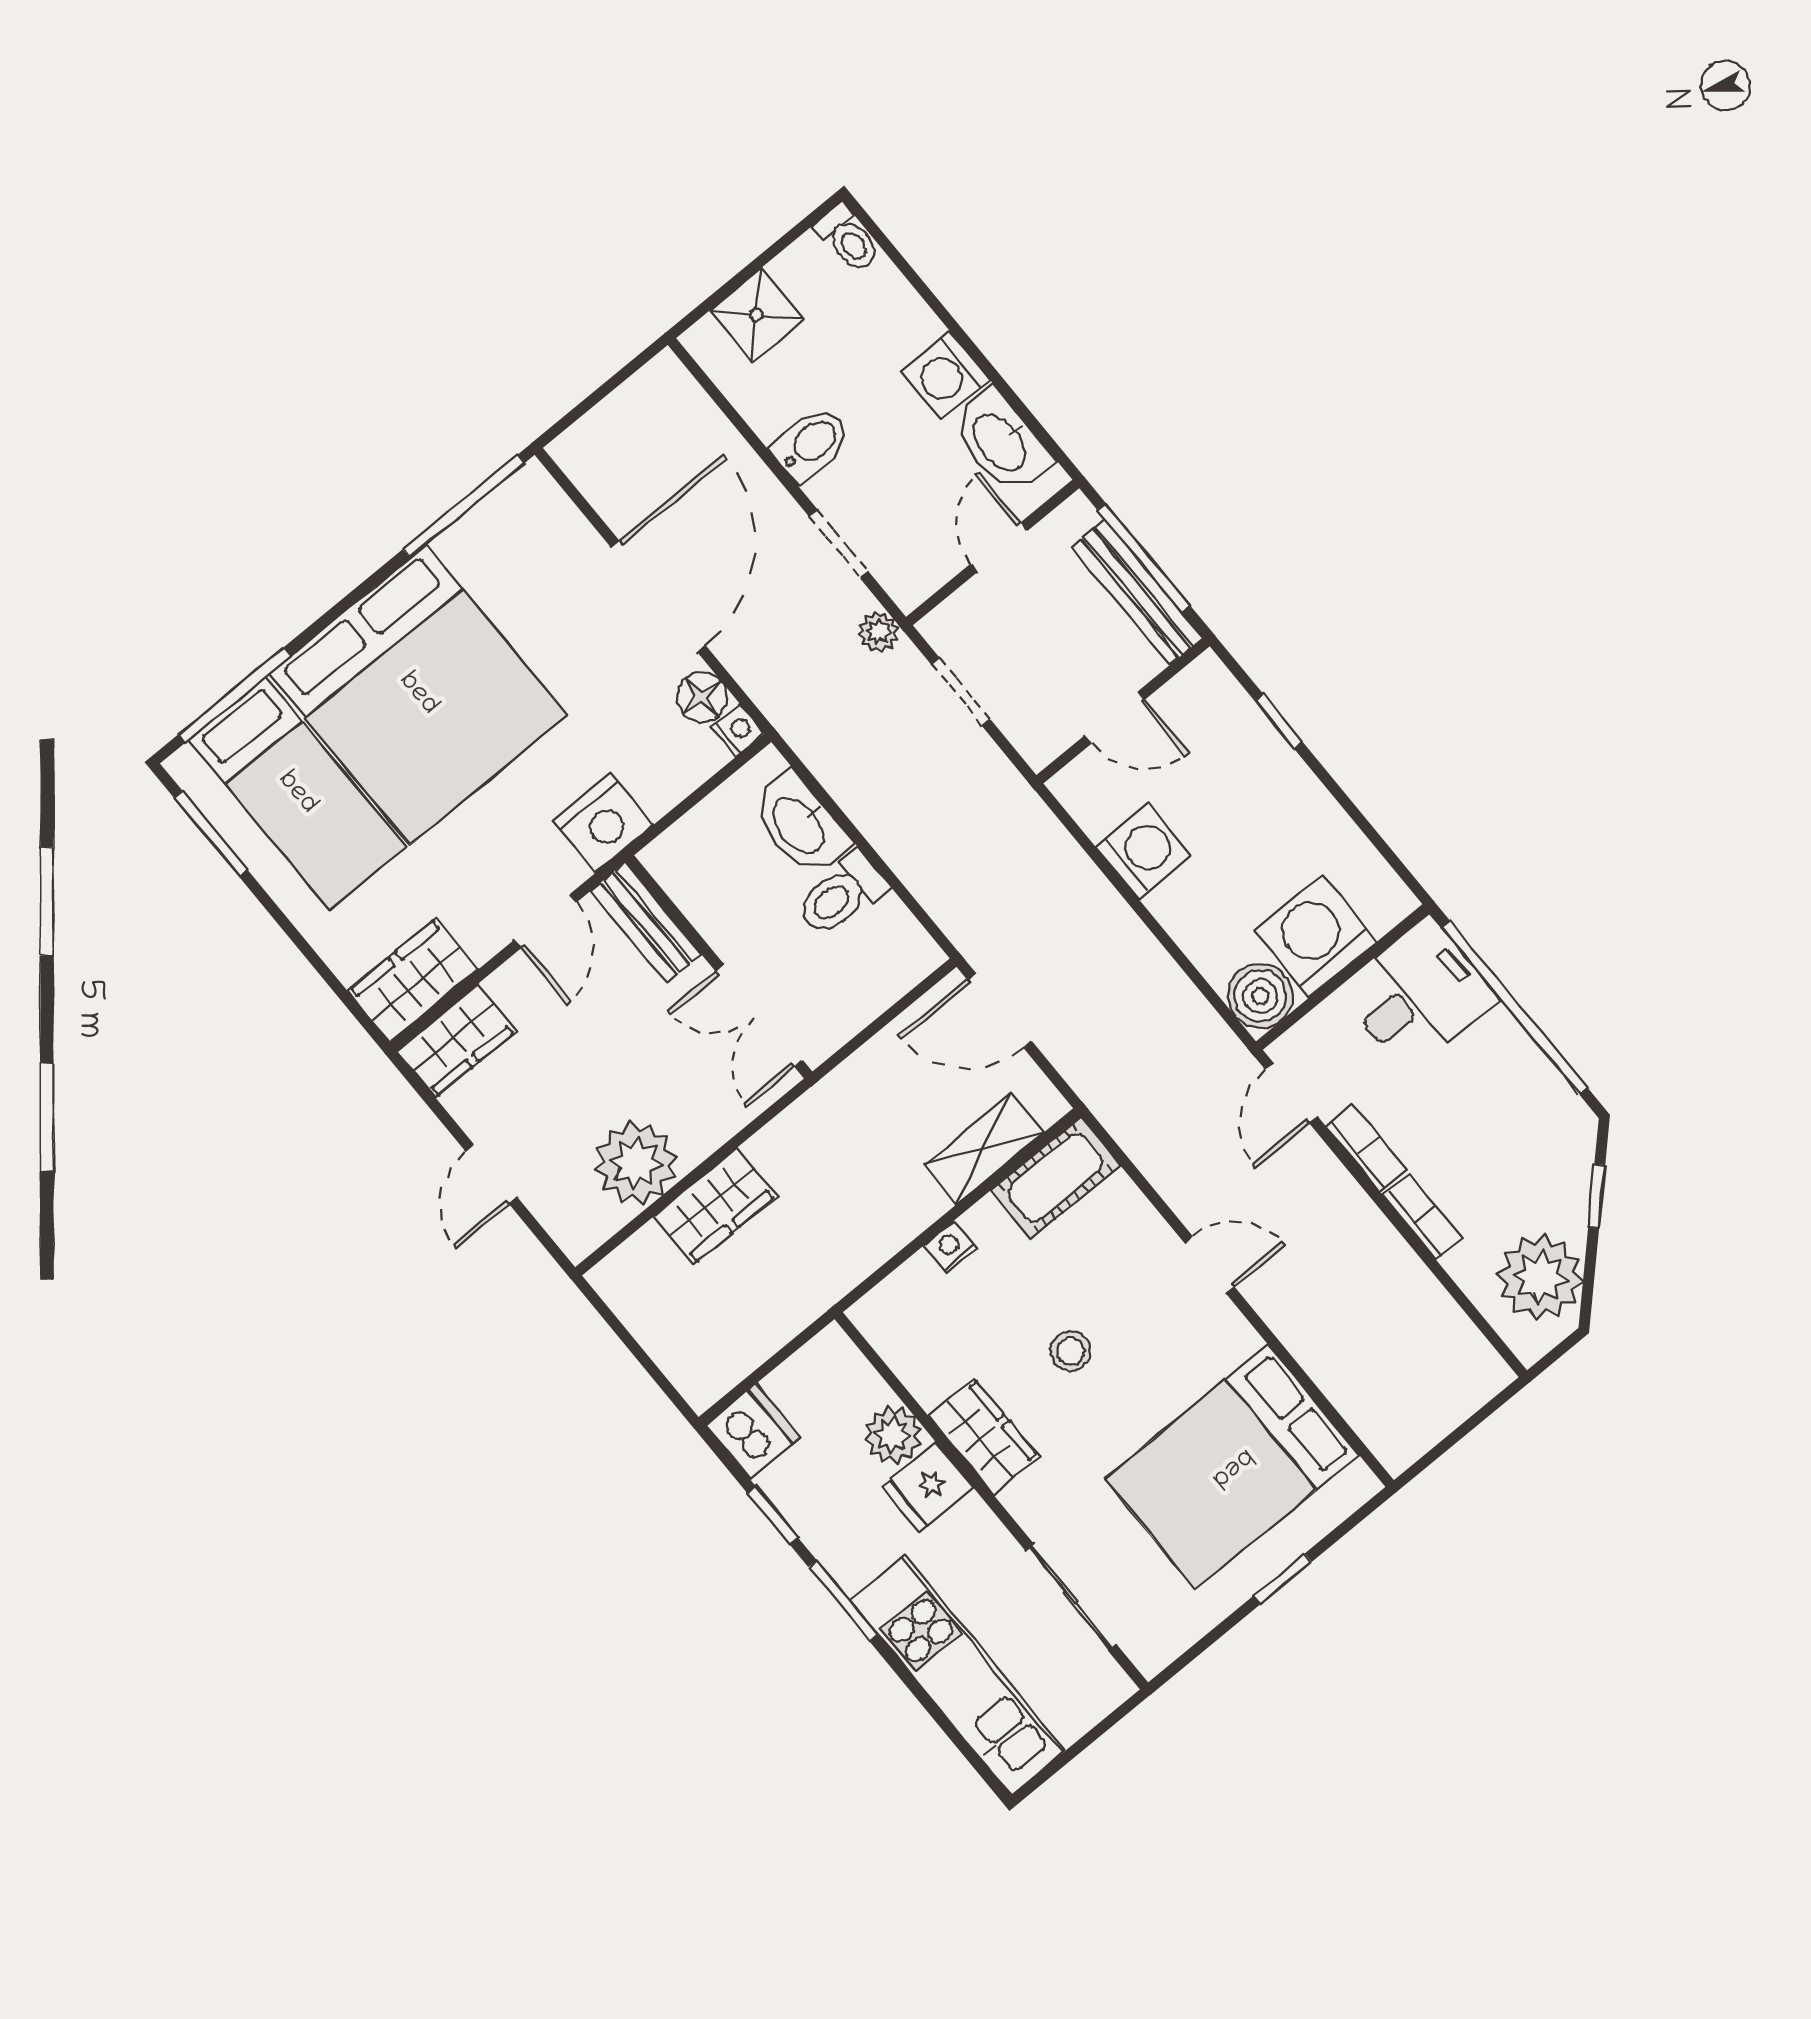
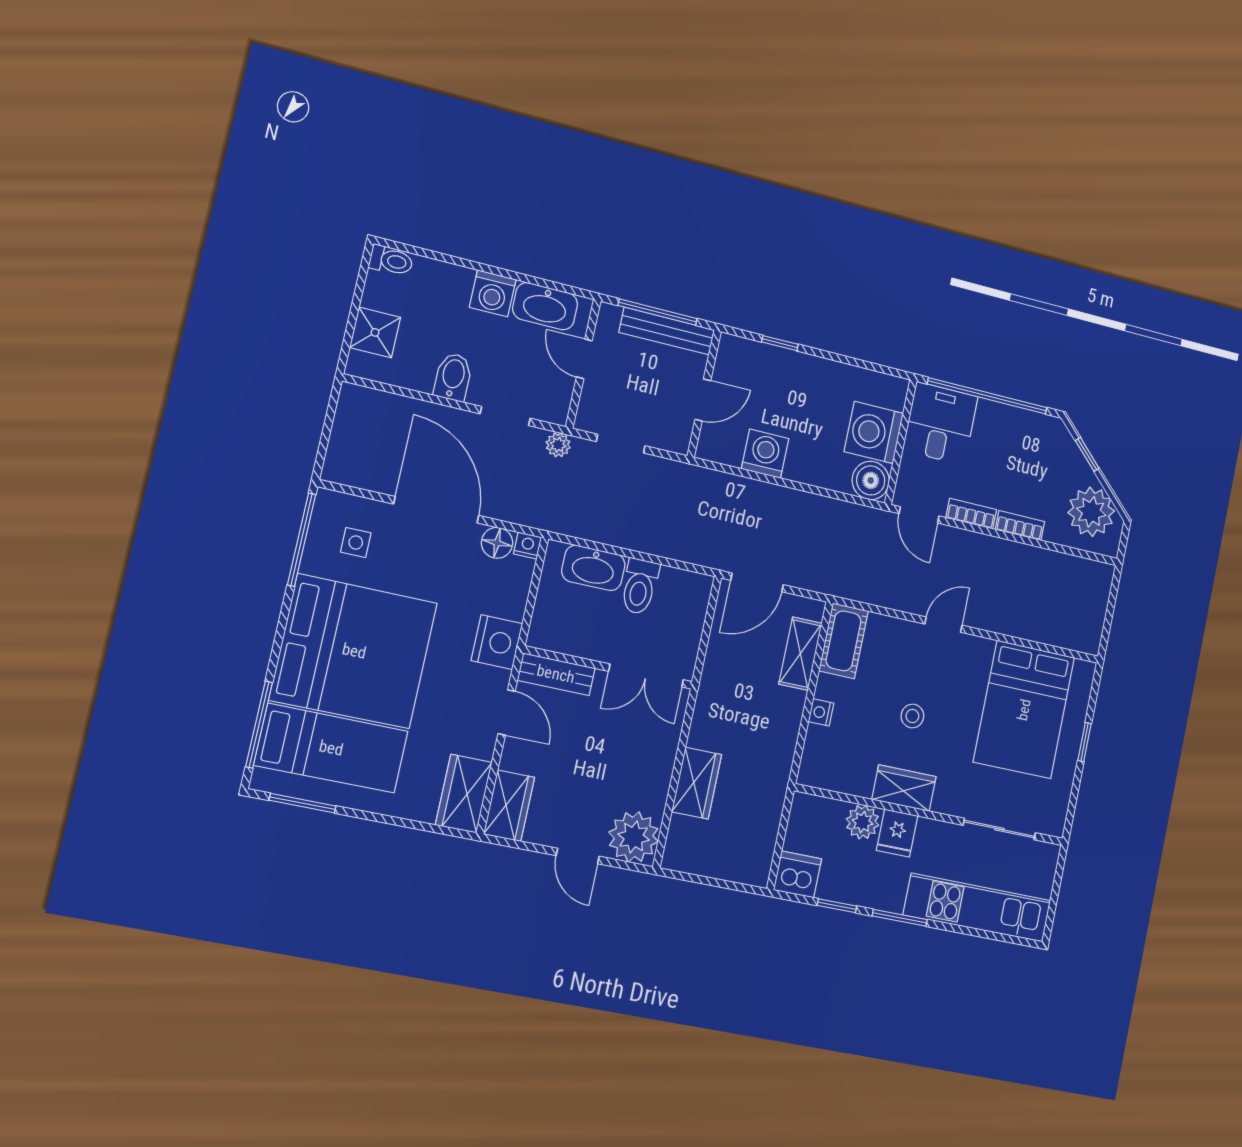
side table: (527, 561) -> (356, 542), added
plant: (636, 1163) -> (634, 837), moved

